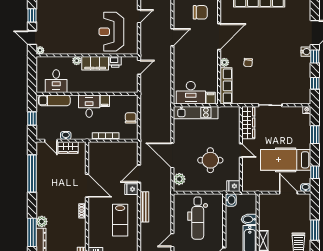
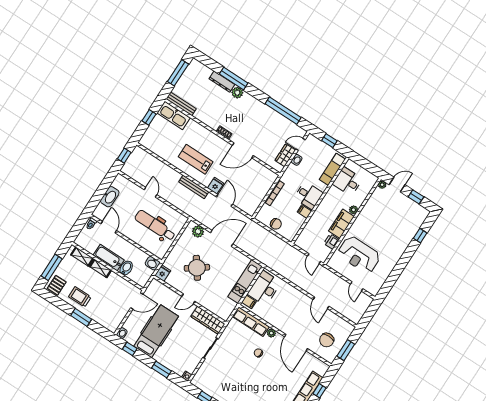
reception desk: (111, 32) -> (359, 255), turned 180
round table: (210, 160) -> (197, 268), turned -36
door: (288, 193) -> (137, 301), moved

